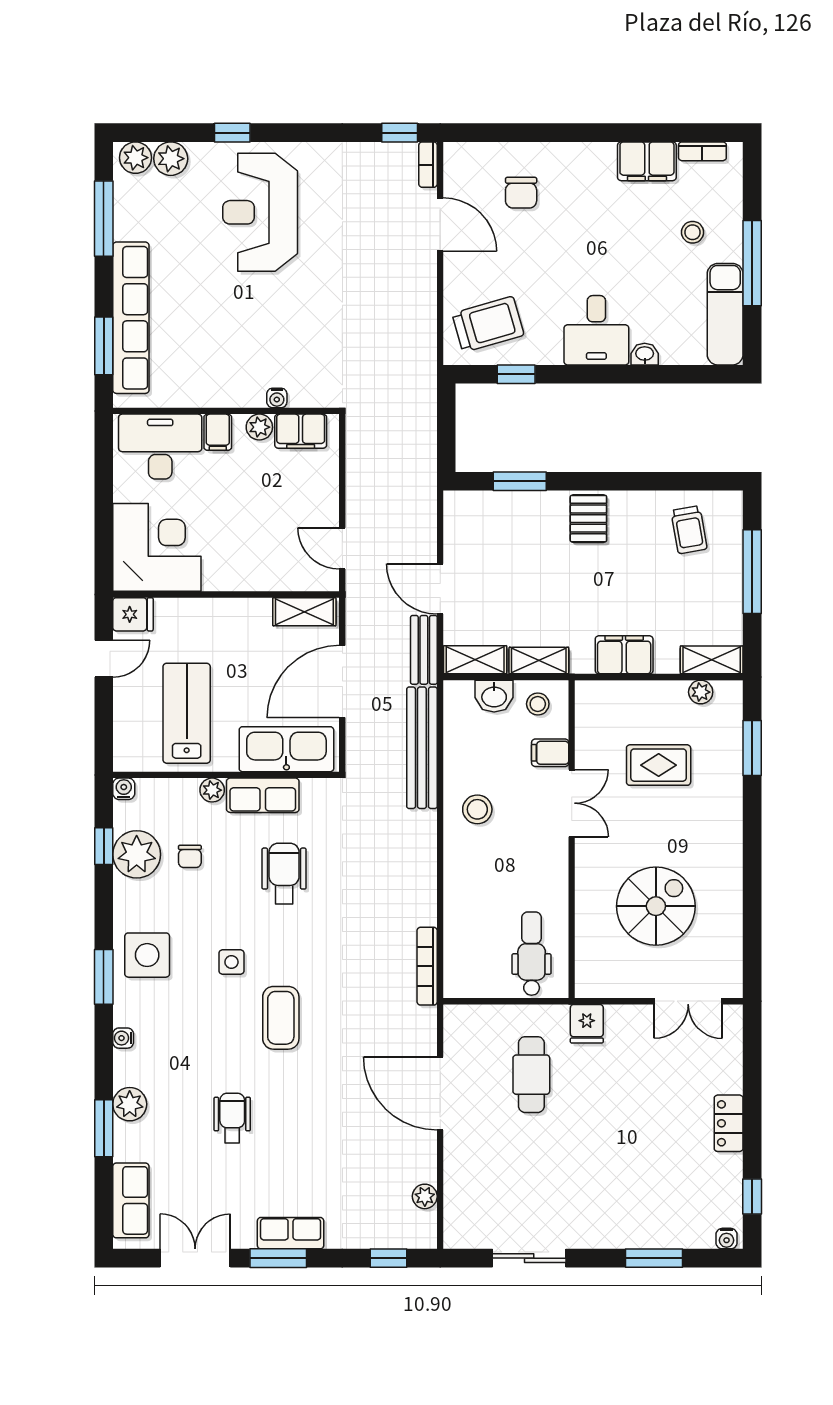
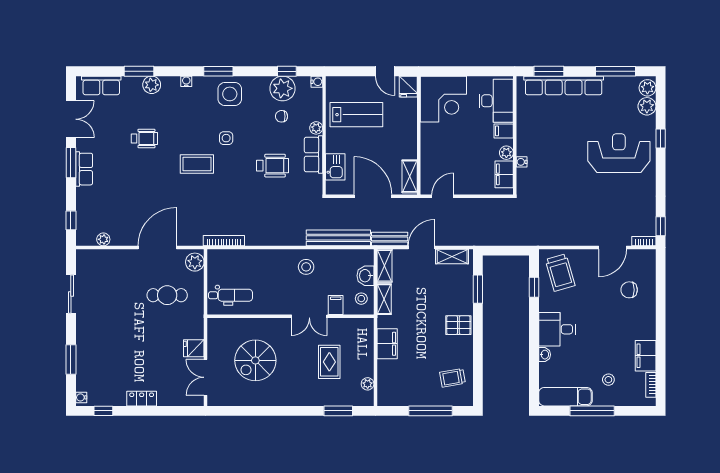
shelving: (712, 660) -> (452, 256), moved, turned 90
kitchen sink: (286, 749) -> (335, 167), width x0.53, depth x0.81
spiral stairs: (656, 906) -> (255, 360), turned 90
plant: (468, 1022) -> (195, 262), added
fridge: (587, 1024) -> (194, 348), moved

